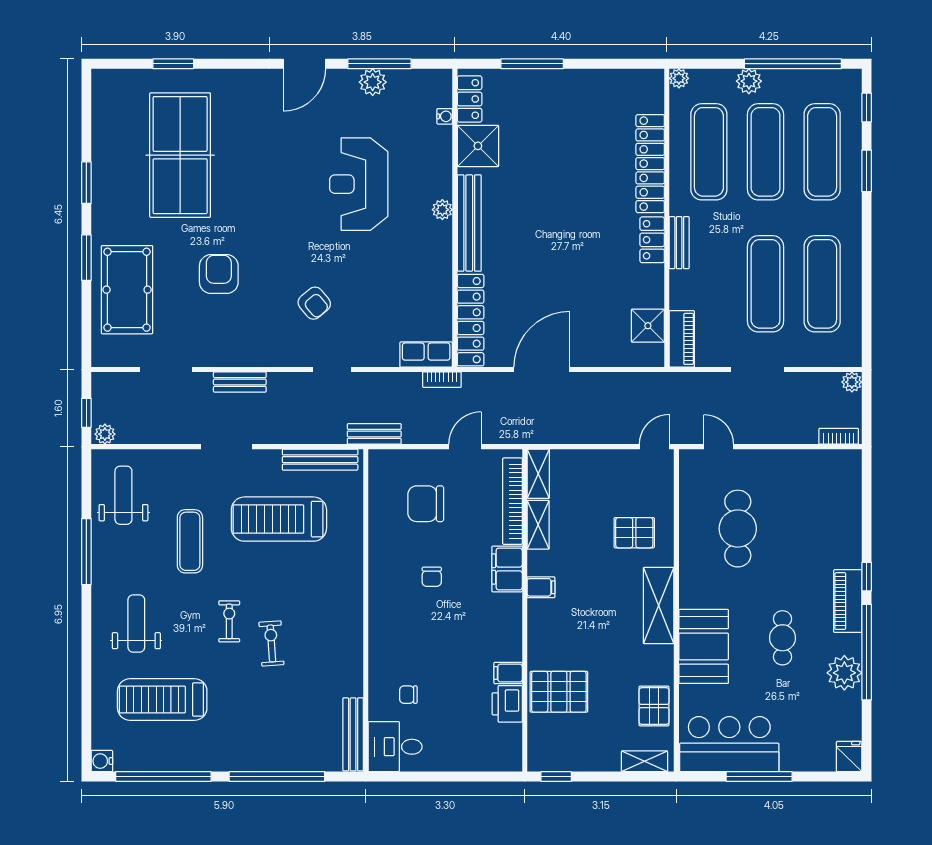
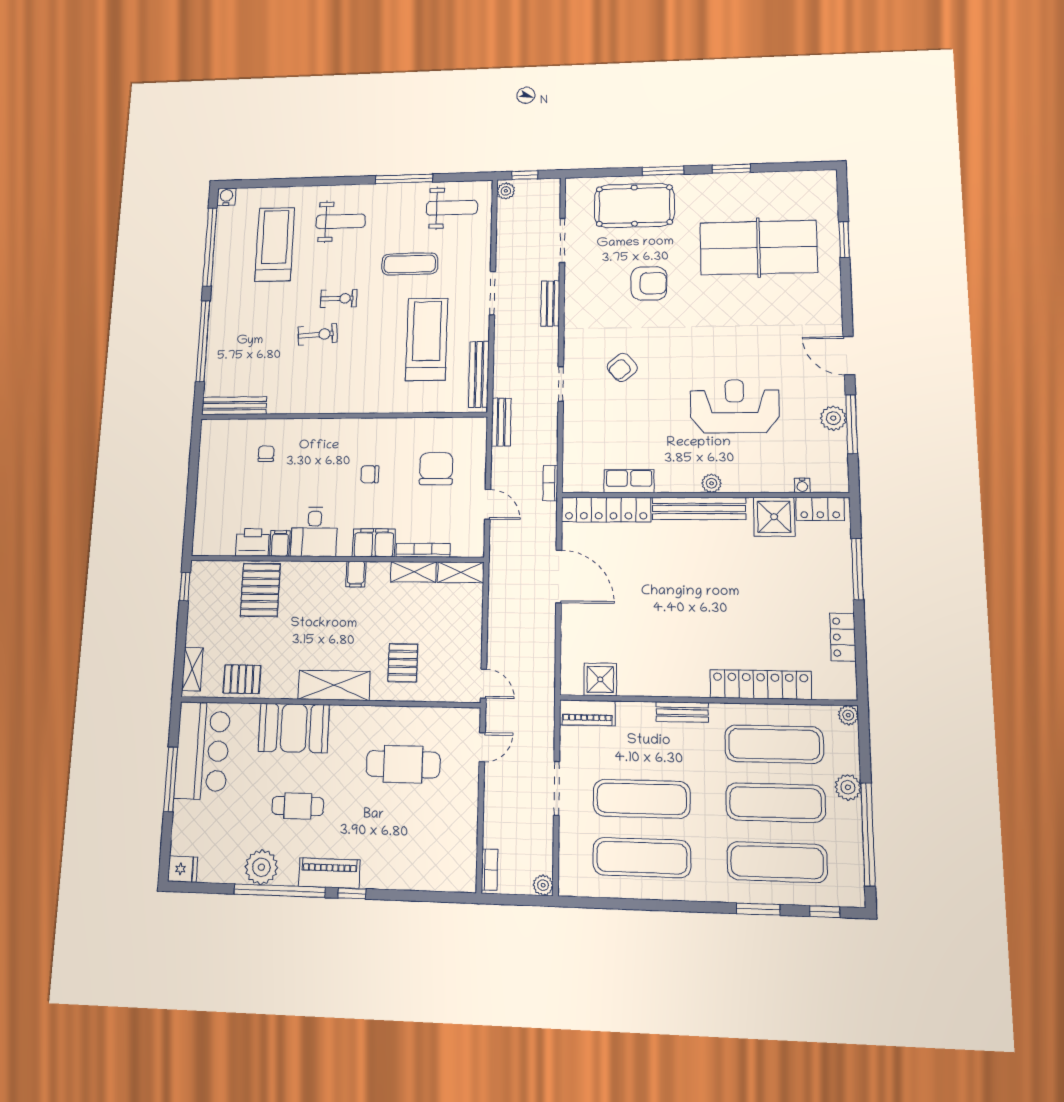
locker: (652, 240) -> (843, 637), moved, turned -90
row of seats: (426, 355) -> (629, 481), moved, turned -90
bookcase: (512, 501) -> (423, 550), width x0.68, depth x0.76
desk: (395, 747) -> (314, 532), moved, turned 180

